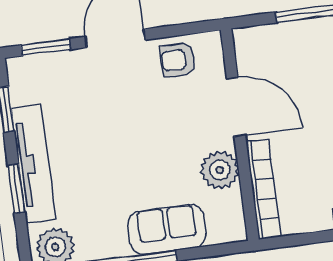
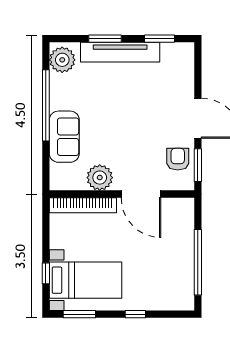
window: (46, 47) -> (198, 165), moved
door: (236, 107) -> (141, 194), hinge flipped

